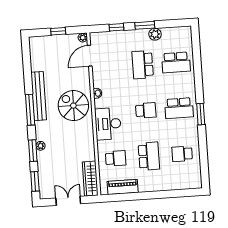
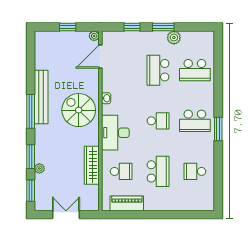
plant: (40, 146) -> (39, 168), moved
wardrobe: (90, 179) -> (92, 165), moved

